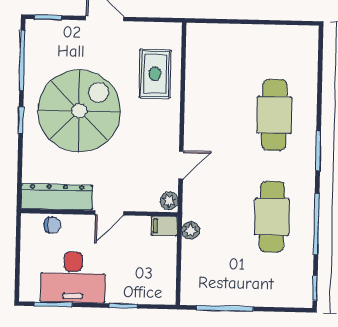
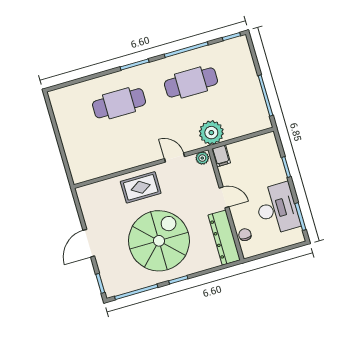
rug: (155, 74) -> (141, 187), moved
spiral stairs: (79, 111) -> (159, 241), turned 90
plant: (191, 230) -> (211, 133), width x1.88, depth x1.88

